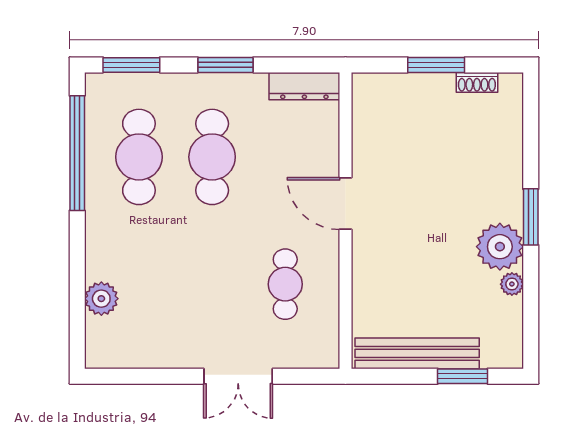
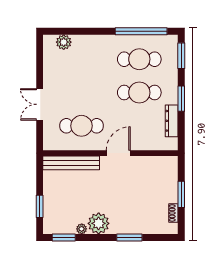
dresser: (304, 86) -> (172, 121), moved
window: (531, 217) -> (129, 237), moved
cafe table: (285, 284) -> (81, 126), width x1.37, depth x1.35
plant: (101, 299) -> (64, 42), moved
window: (531, 323) -> (64, 237), added
bench: (417, 353) -> (71, 163), moved, turned 90

